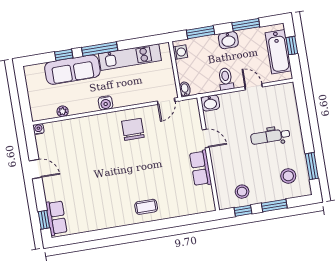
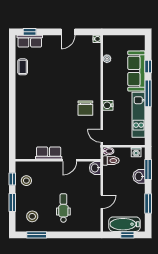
washbasin: (228, 40) -> (139, 176), moved
toilet: (226, 79) -> (111, 161), moved
water cooler: (105, 103) -> (108, 105), moved
chair: (133, 129) -> (85, 108), turned 90
coffee table: (146, 207) -> (23, 67), moved

